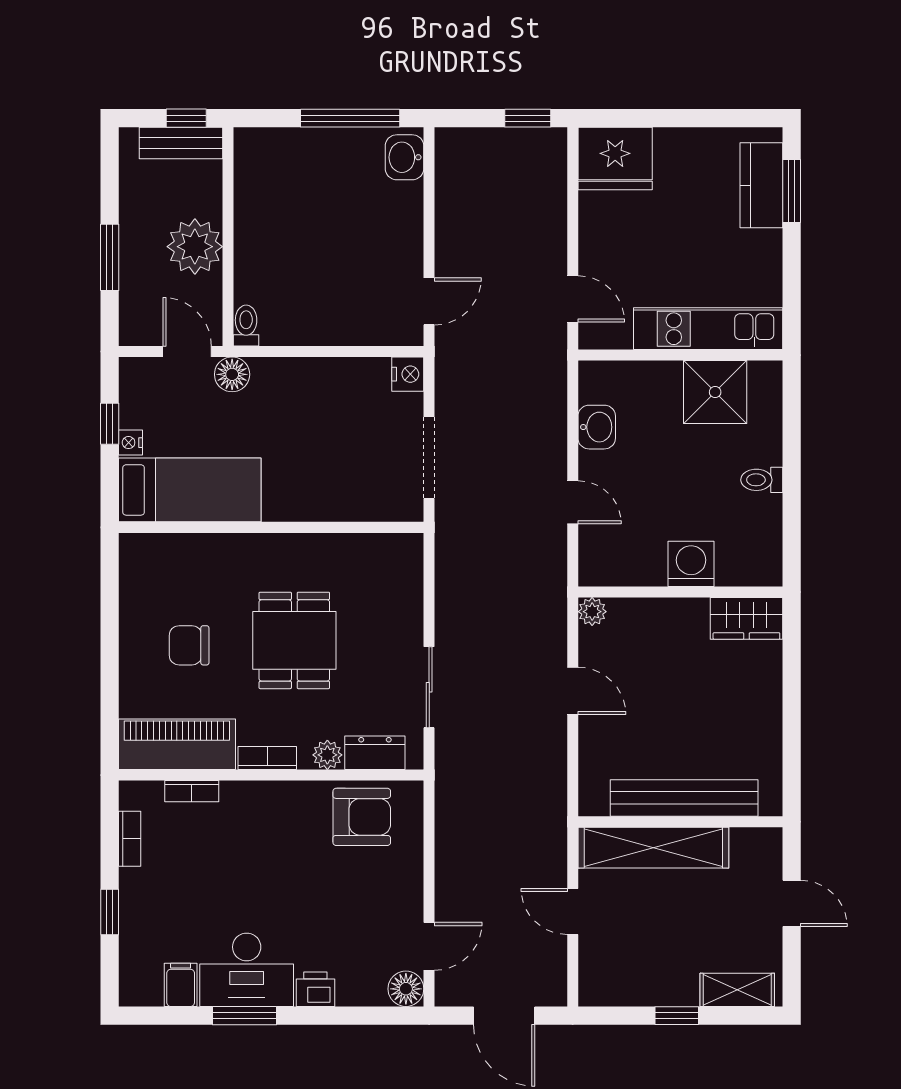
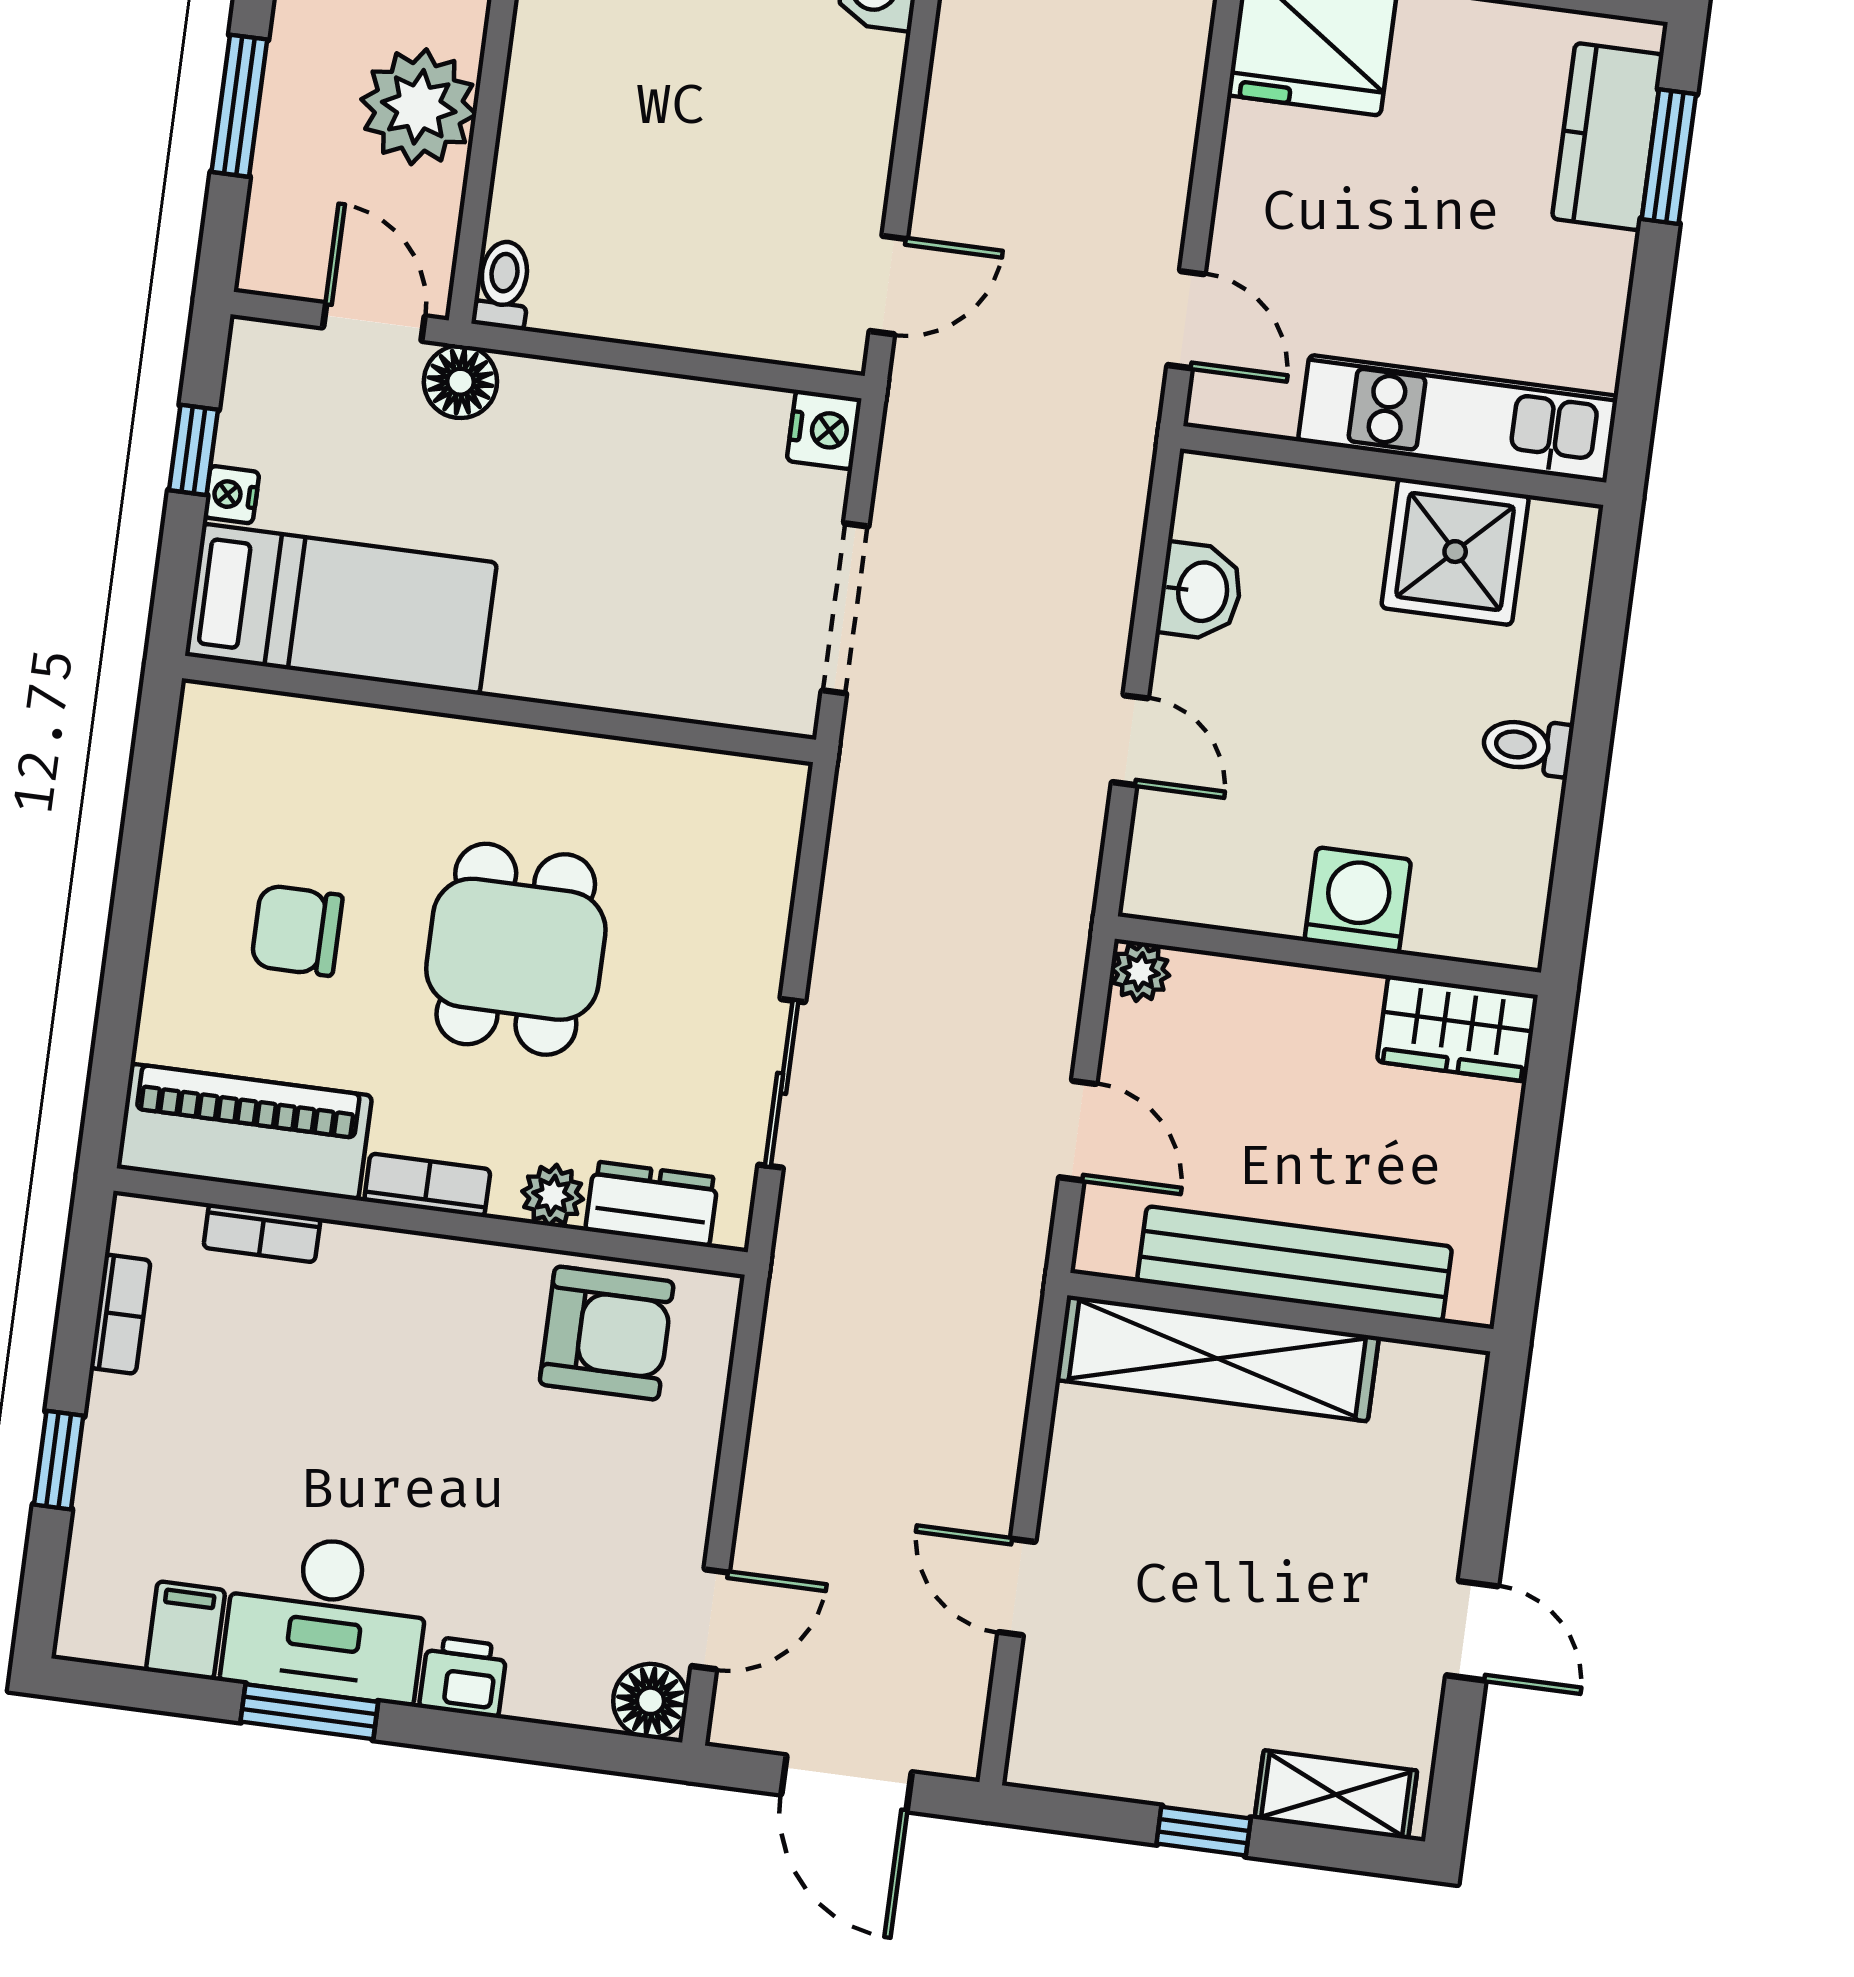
bench: (684, 798) -> (1295, 1264), moved
wall: (680, 822) -> (1280, 1312), moved
shelving: (653, 848) -> (1217, 1358), moved

